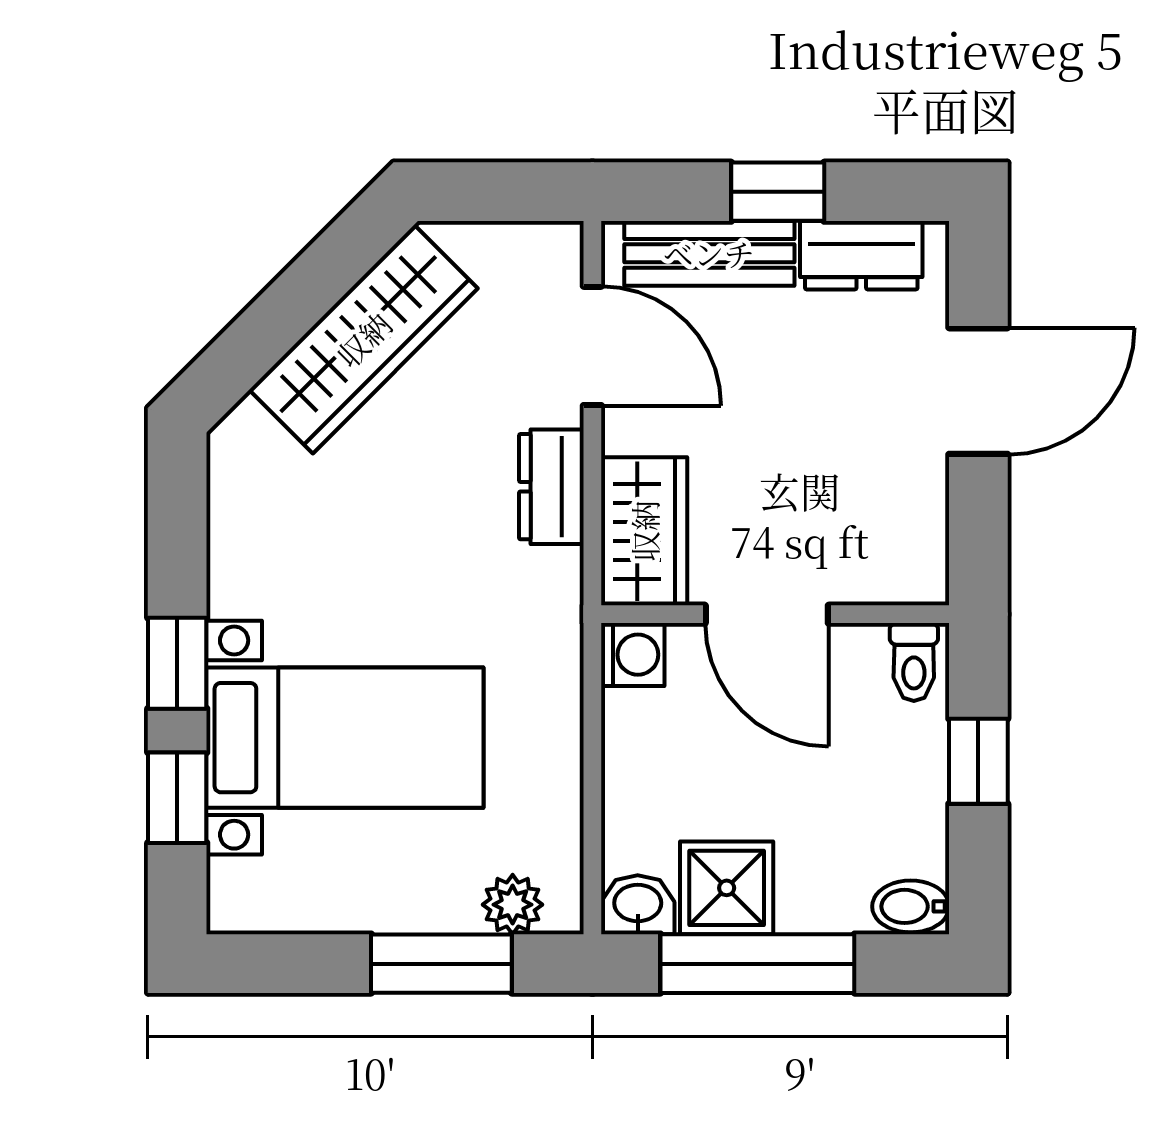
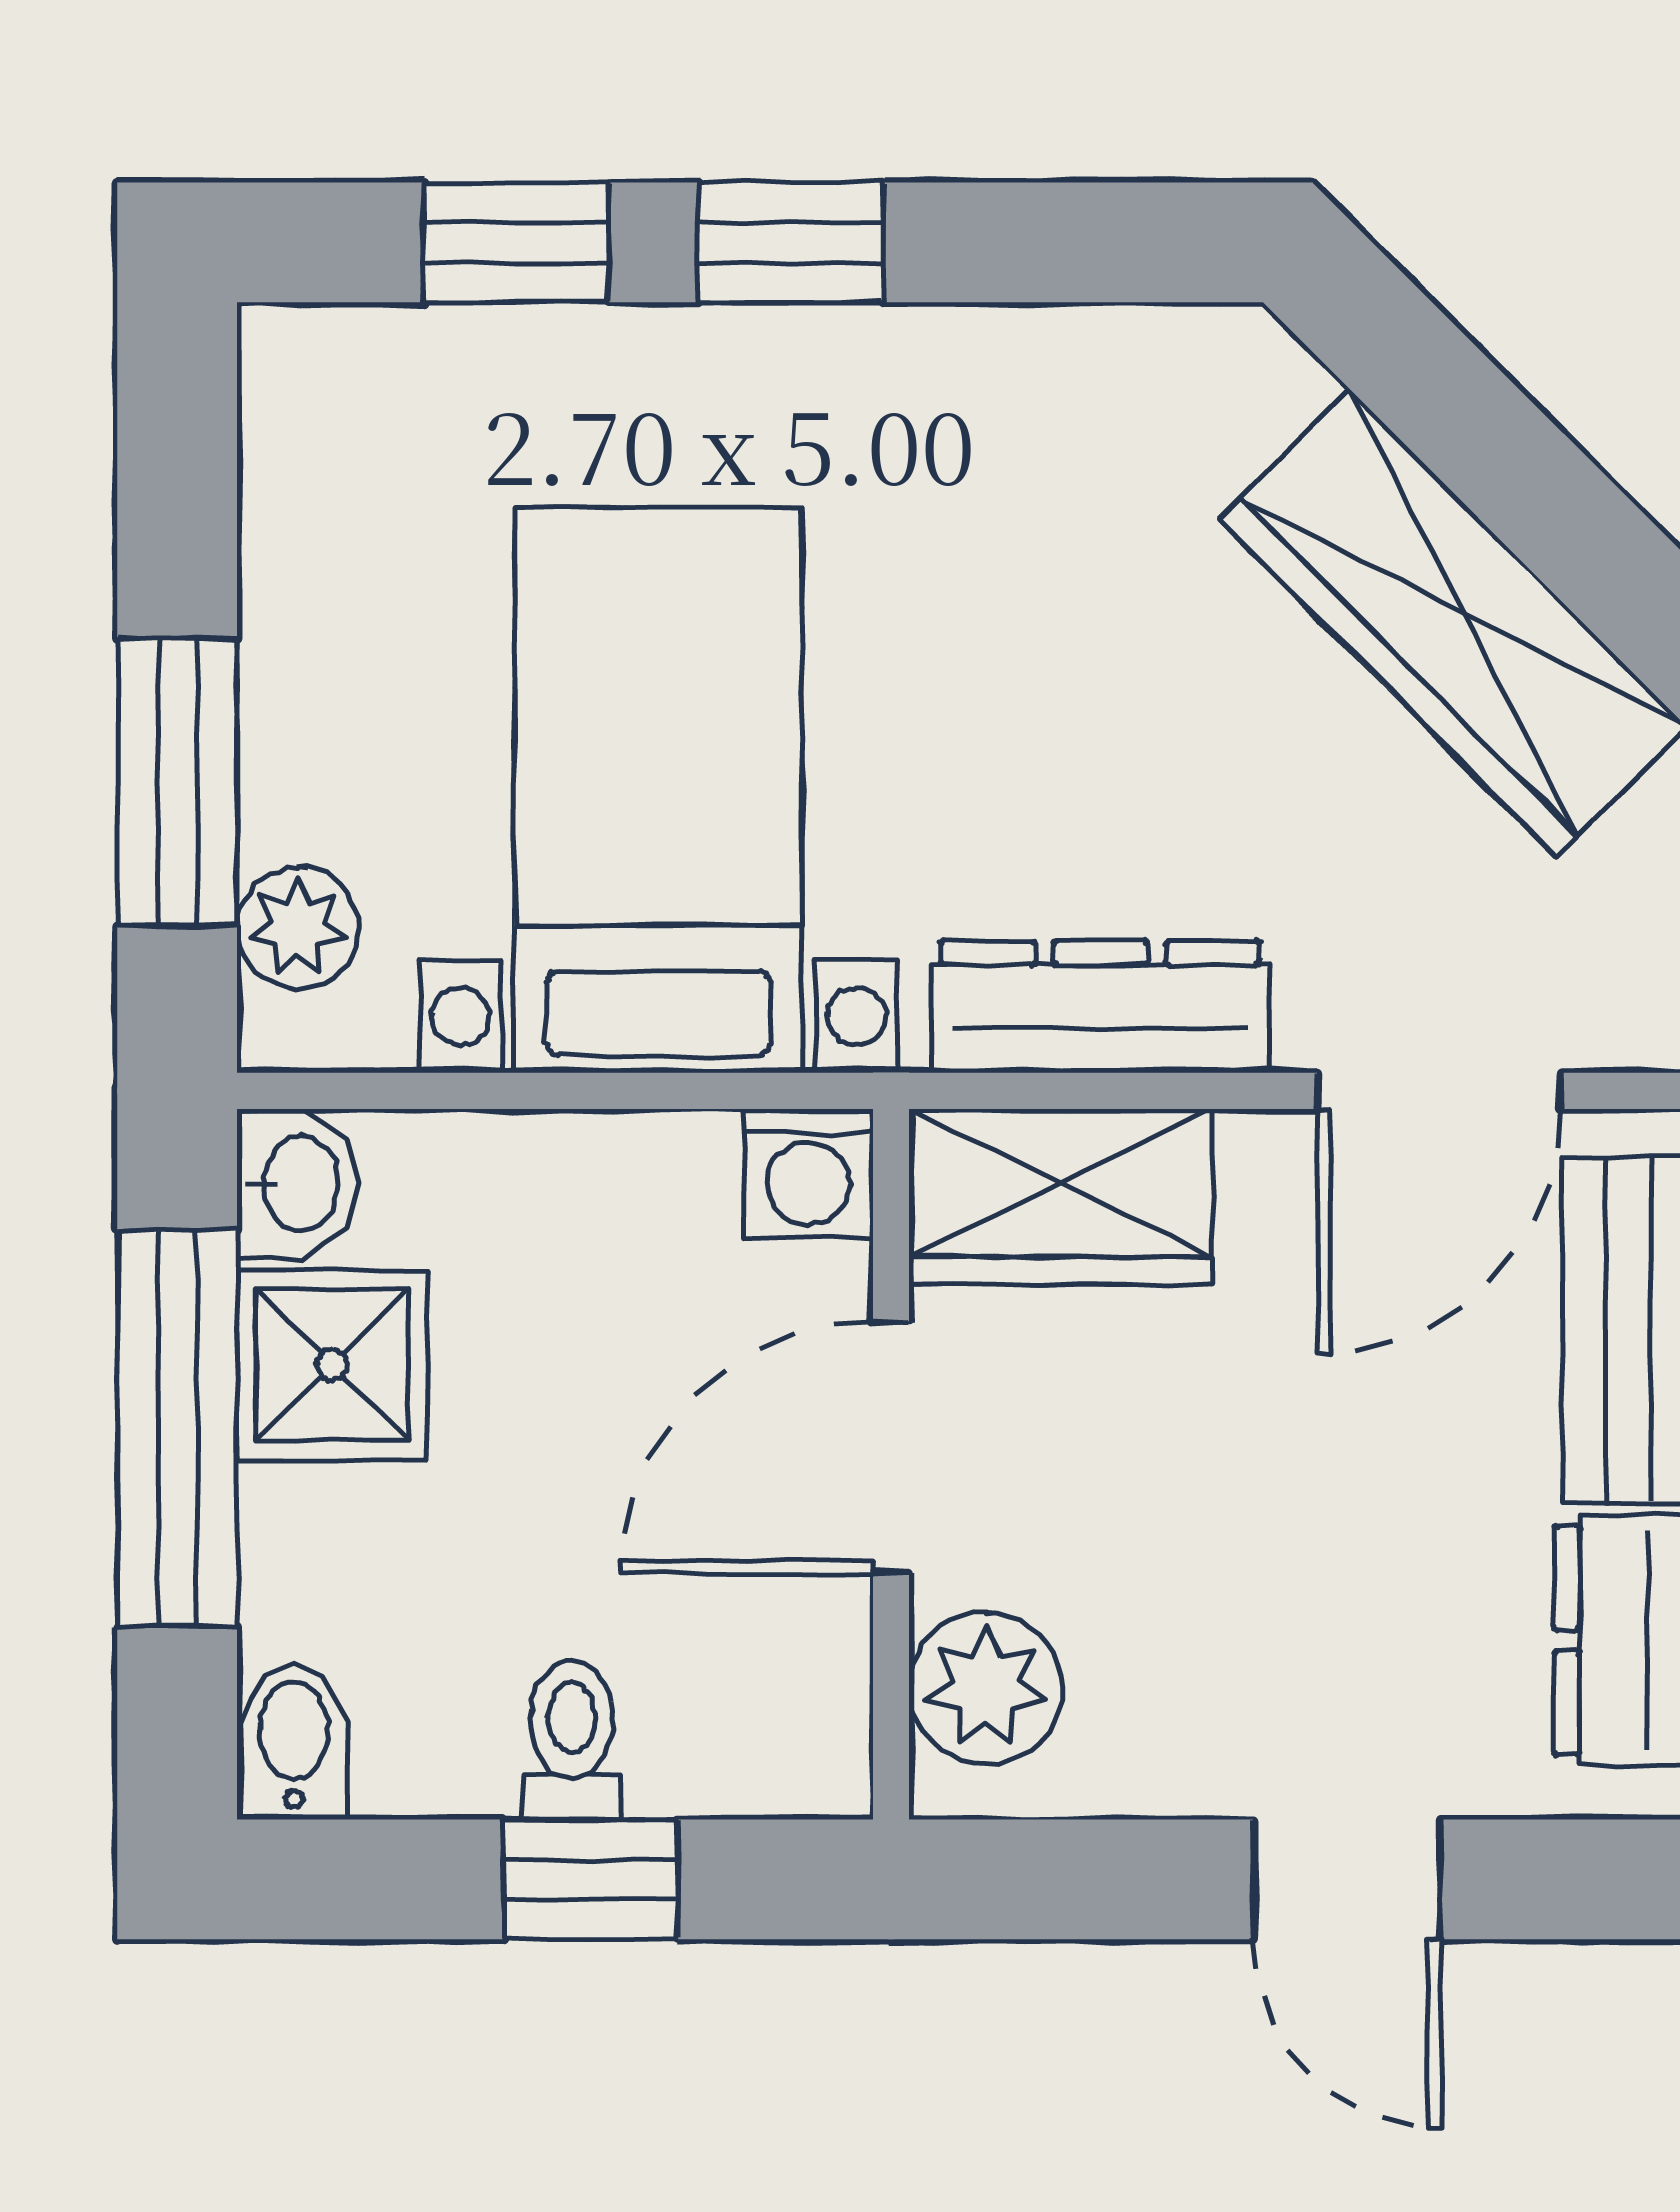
door: (978, 391) -> (1347, 1879), width x0.73
dresser: (551, 487) -> (1100, 1007), width x1.44
plant: (885, 568) -> (986, 1688), added
toilet: (914, 662) -> (572, 1740), moved, turned 90
bed with nightstands: (345, 738) -> (658, 790), moved, turned 180

